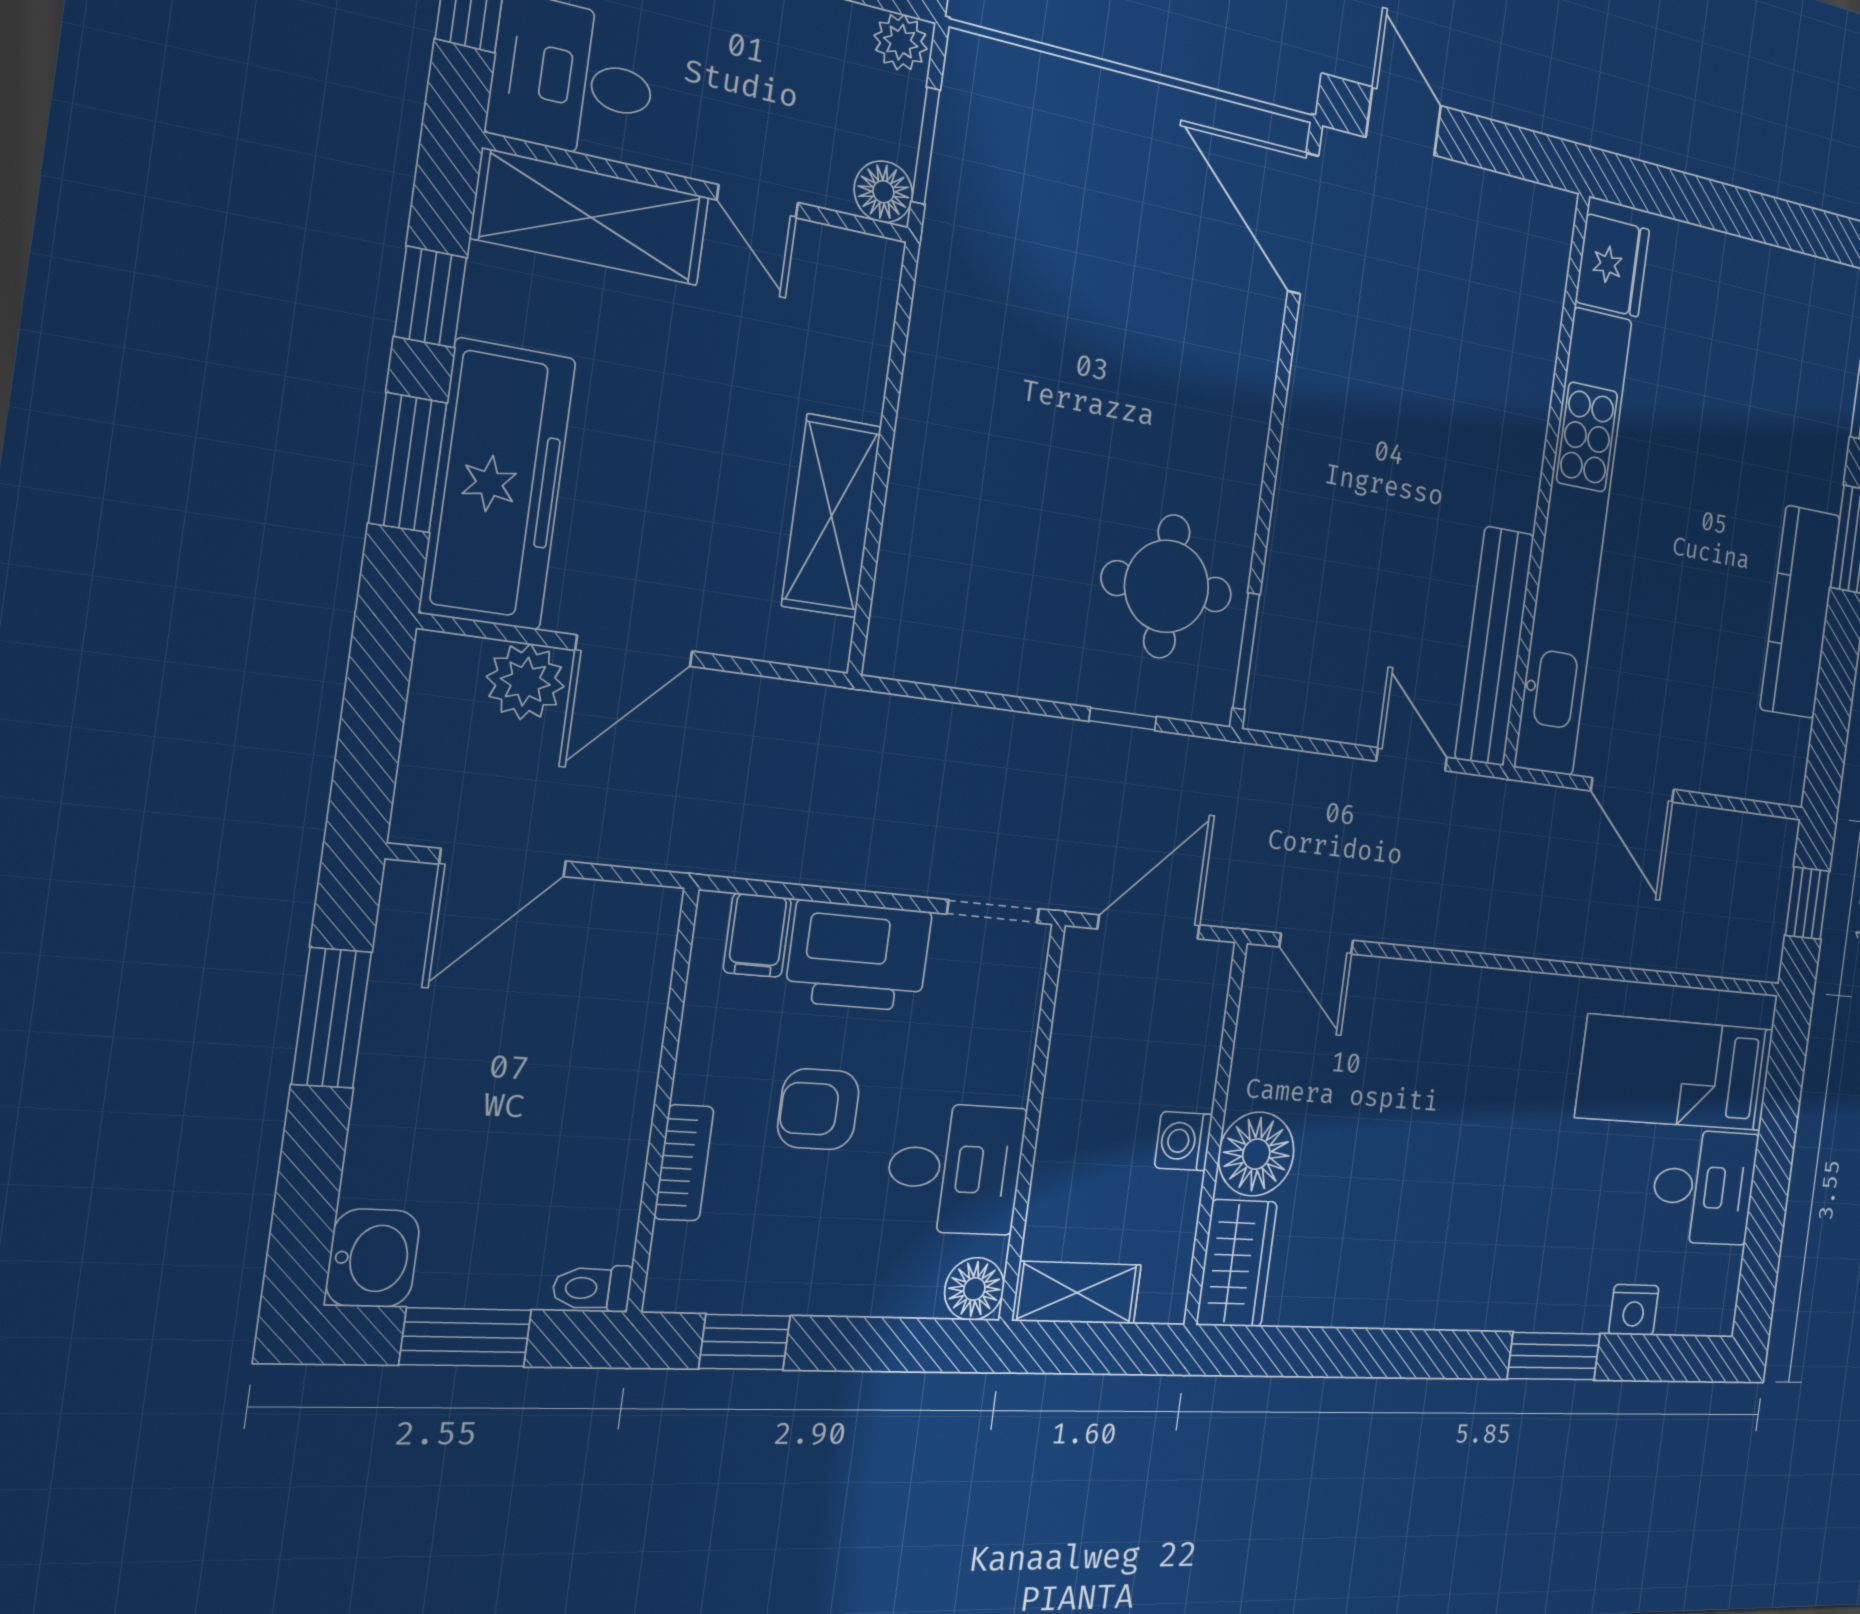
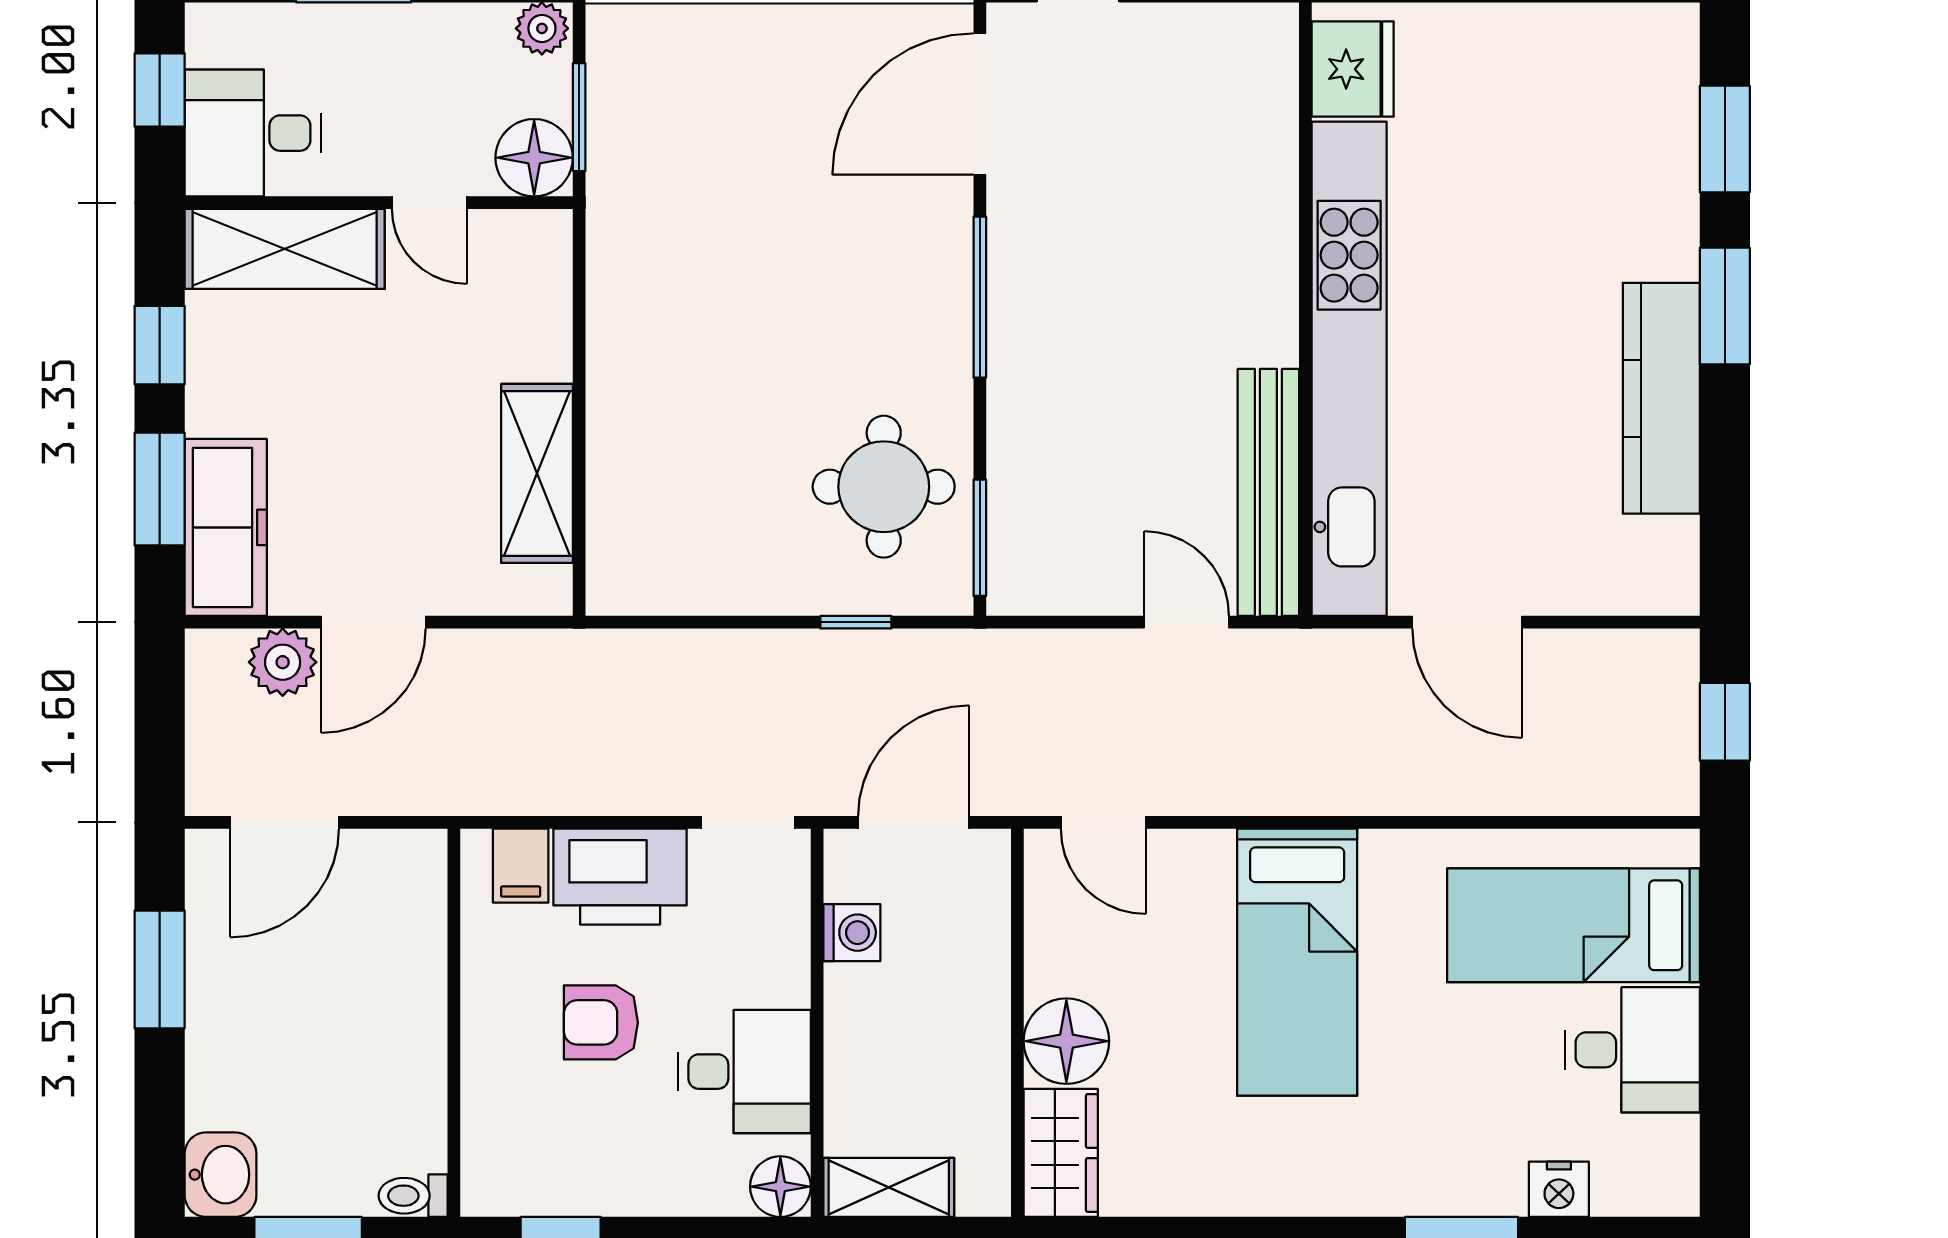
floor lamp: (883, 192) -> (534, 158), width x1.38, depth x1.38
door: (1303, 223) -> (980, 104), hinge flipped
window: (1278, 414) -> (980, 297), added
freezer: (498, 485) -> (226, 527), width x0.73, depth x0.79
bed: (1459, 1091) -> (1297, 962), added
washing machine: (1183, 1141) -> (852, 933), moved, turned 180
bookcase: (684, 1163) -> (481, 1079), removed

